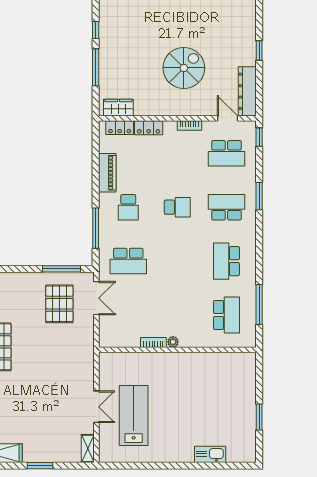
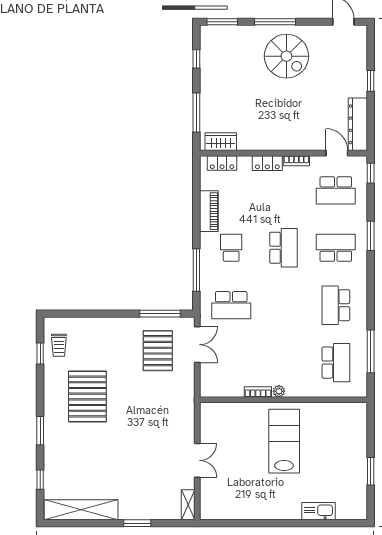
window: (96, 67) -> (196, 112), moved
spiral stairs: (184, 68) -> (286, 56), moved, turned 90
locker: (149, 128) -> (267, 163), moved
school desk: (128, 207) -> (231, 248), turned 180
school desk: (177, 207) -> (284, 248), width x1.85
lab bench: (134, 416) -> (284, 441), moved

